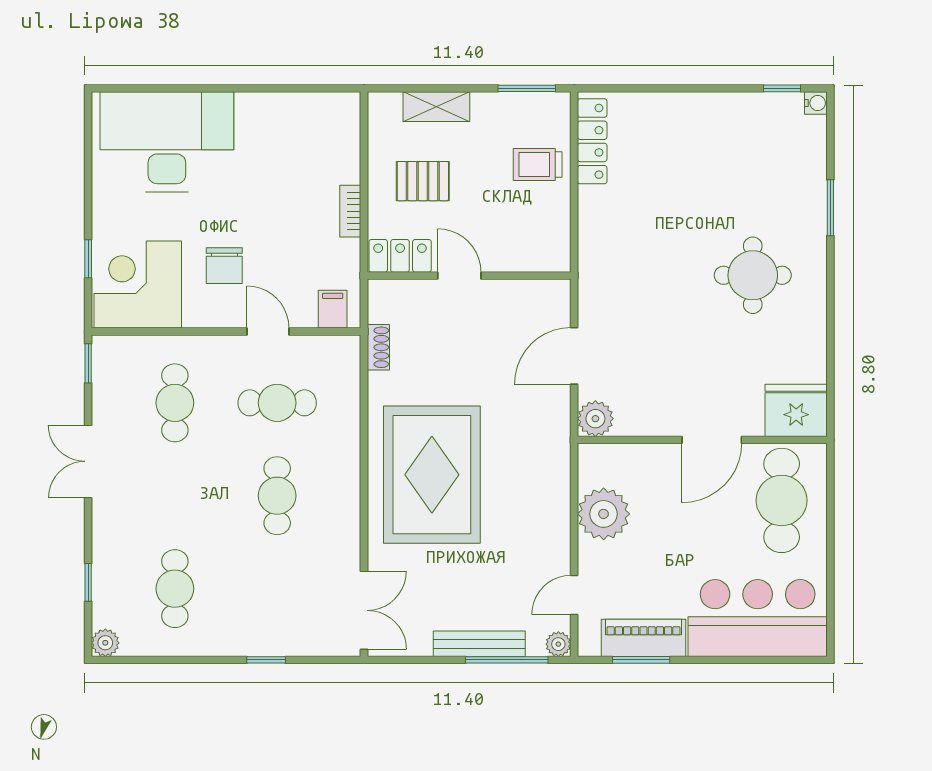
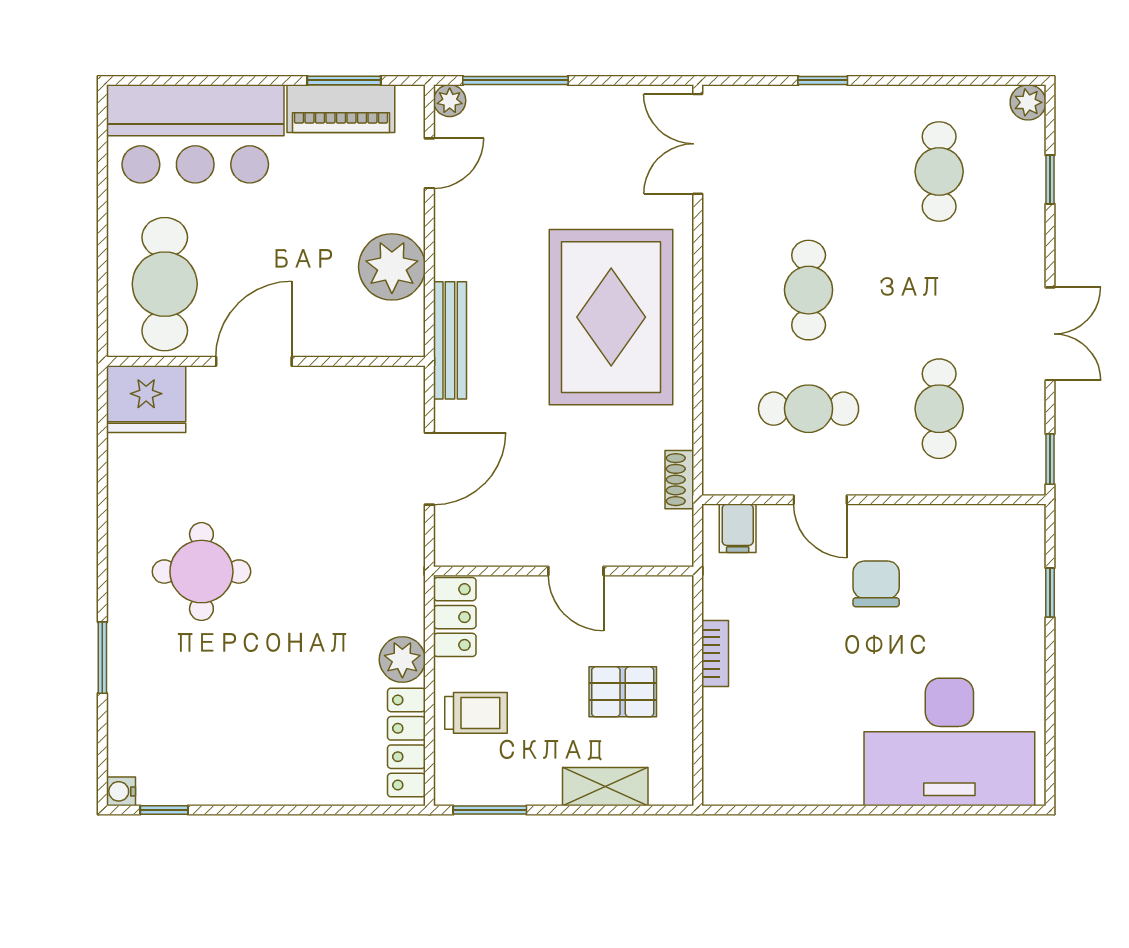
locker: (400, 256) -> (455, 617), moved, turned -90
corner desk: (138, 285) -> (987, 560), removed
plant: (595, 419) -> (402, 660), moved
bench: (479, 644) -> (450, 340), moved, turned 90

